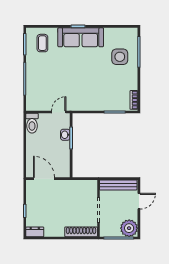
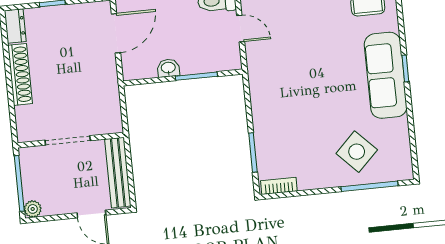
side table: (120, 57) -> (357, 152), turned 45
door: (59, 112) -> (241, 29), moved
washbasin: (65, 135) -> (168, 68), moved
plant: (129, 228) -> (33, 209), width x0.53, depth x0.53
shoe rack: (81, 232) -> (20, 74), moved

